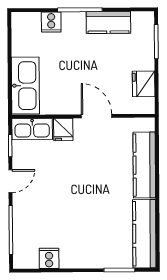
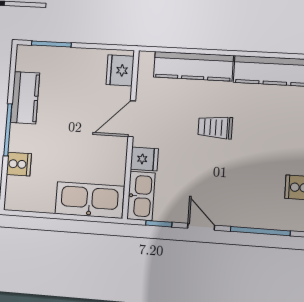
fridge: (144, 84) -> (120, 70), moved, turned 90
trolley: (94, 187) -> (215, 127), added

